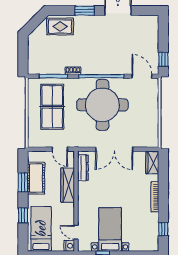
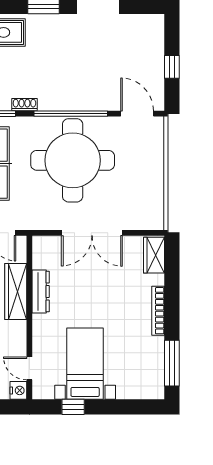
window: (163, 59) -> (172, 67), moved
dresser: (83, 168) -> (41, 292), moved
window: (163, 229) -> (172, 363), width x2.17

